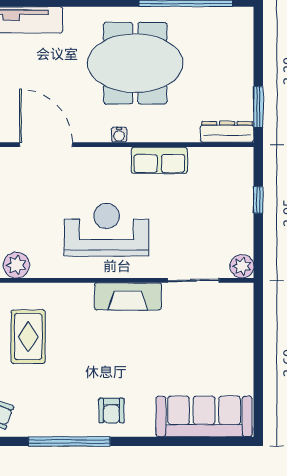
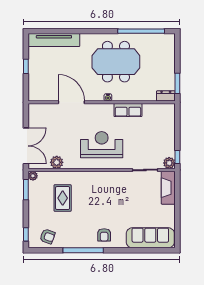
dresser: (227, 132) -> (166, 96), width x0.70
window: (258, 200) -> (177, 157), moved
fireplace: (128, 296) -> (168, 188), moved, turned 90

